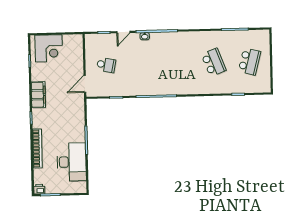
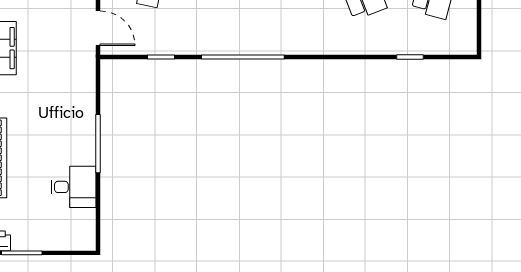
door: (85, 84) -> (98, 28), swing flipped
desk: (72, 162) -> (73, 187), width x0.53, depth x0.77

